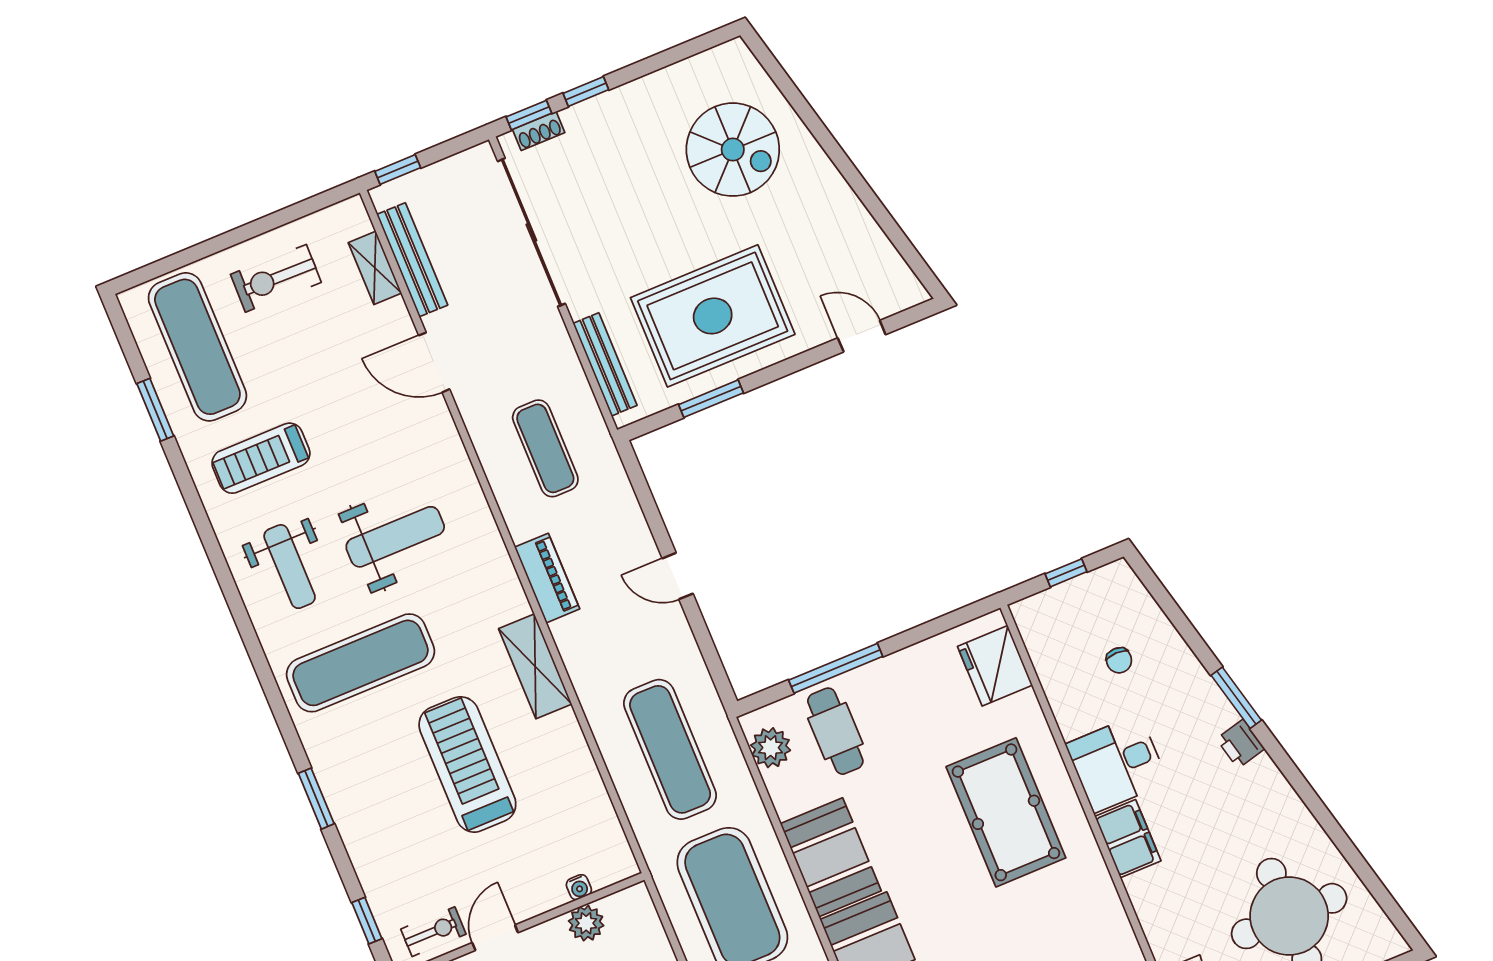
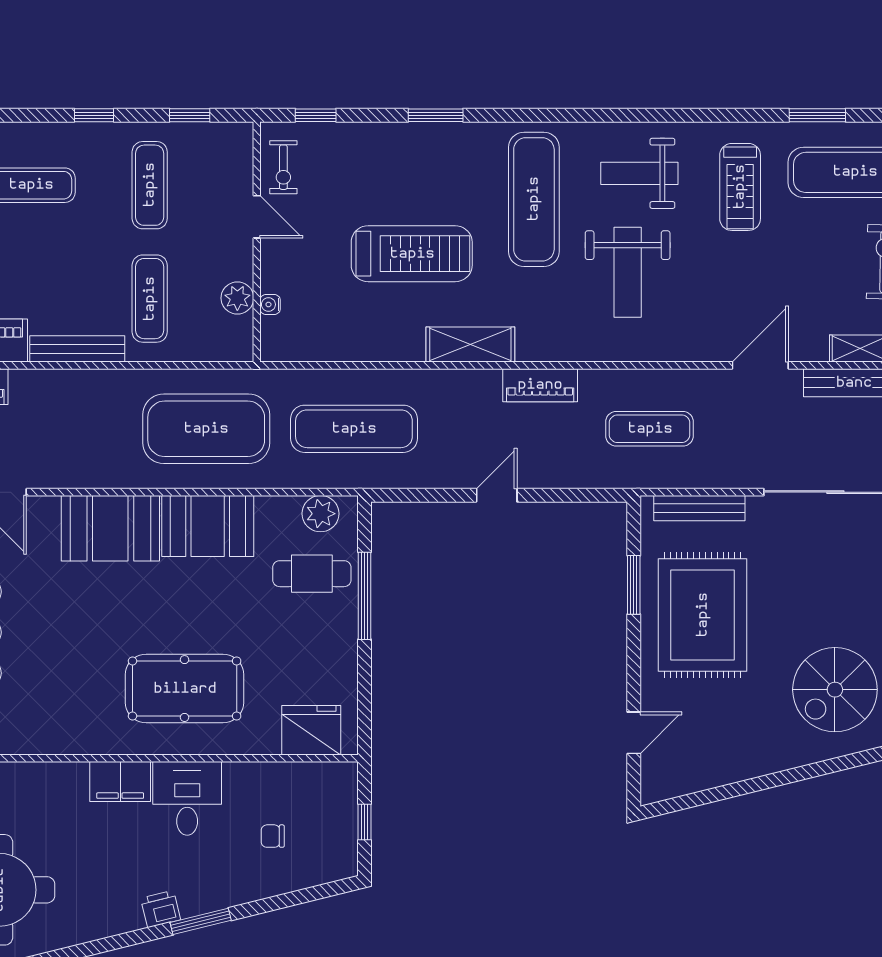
treadmill: (261, 458) -> (740, 187), turned 180

